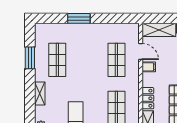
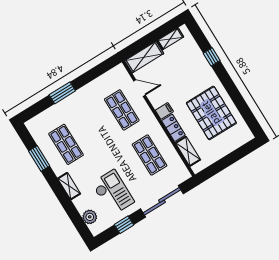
filing cabinet: (149, 67) -> (164, 111), moved

